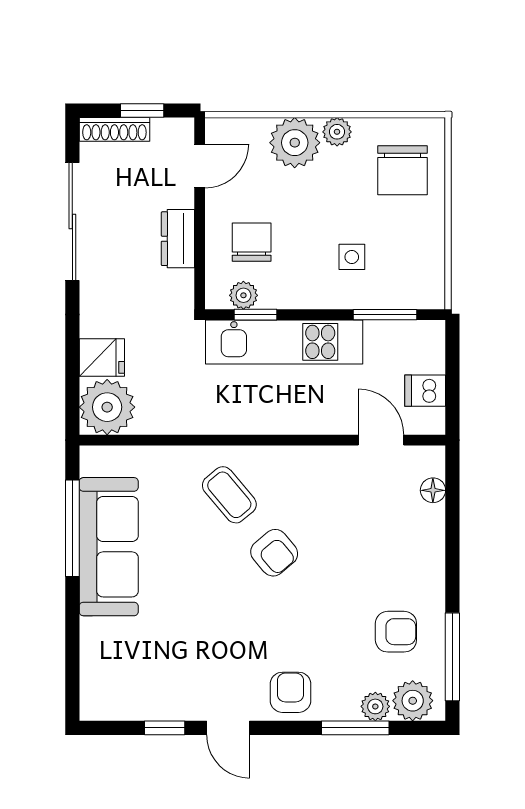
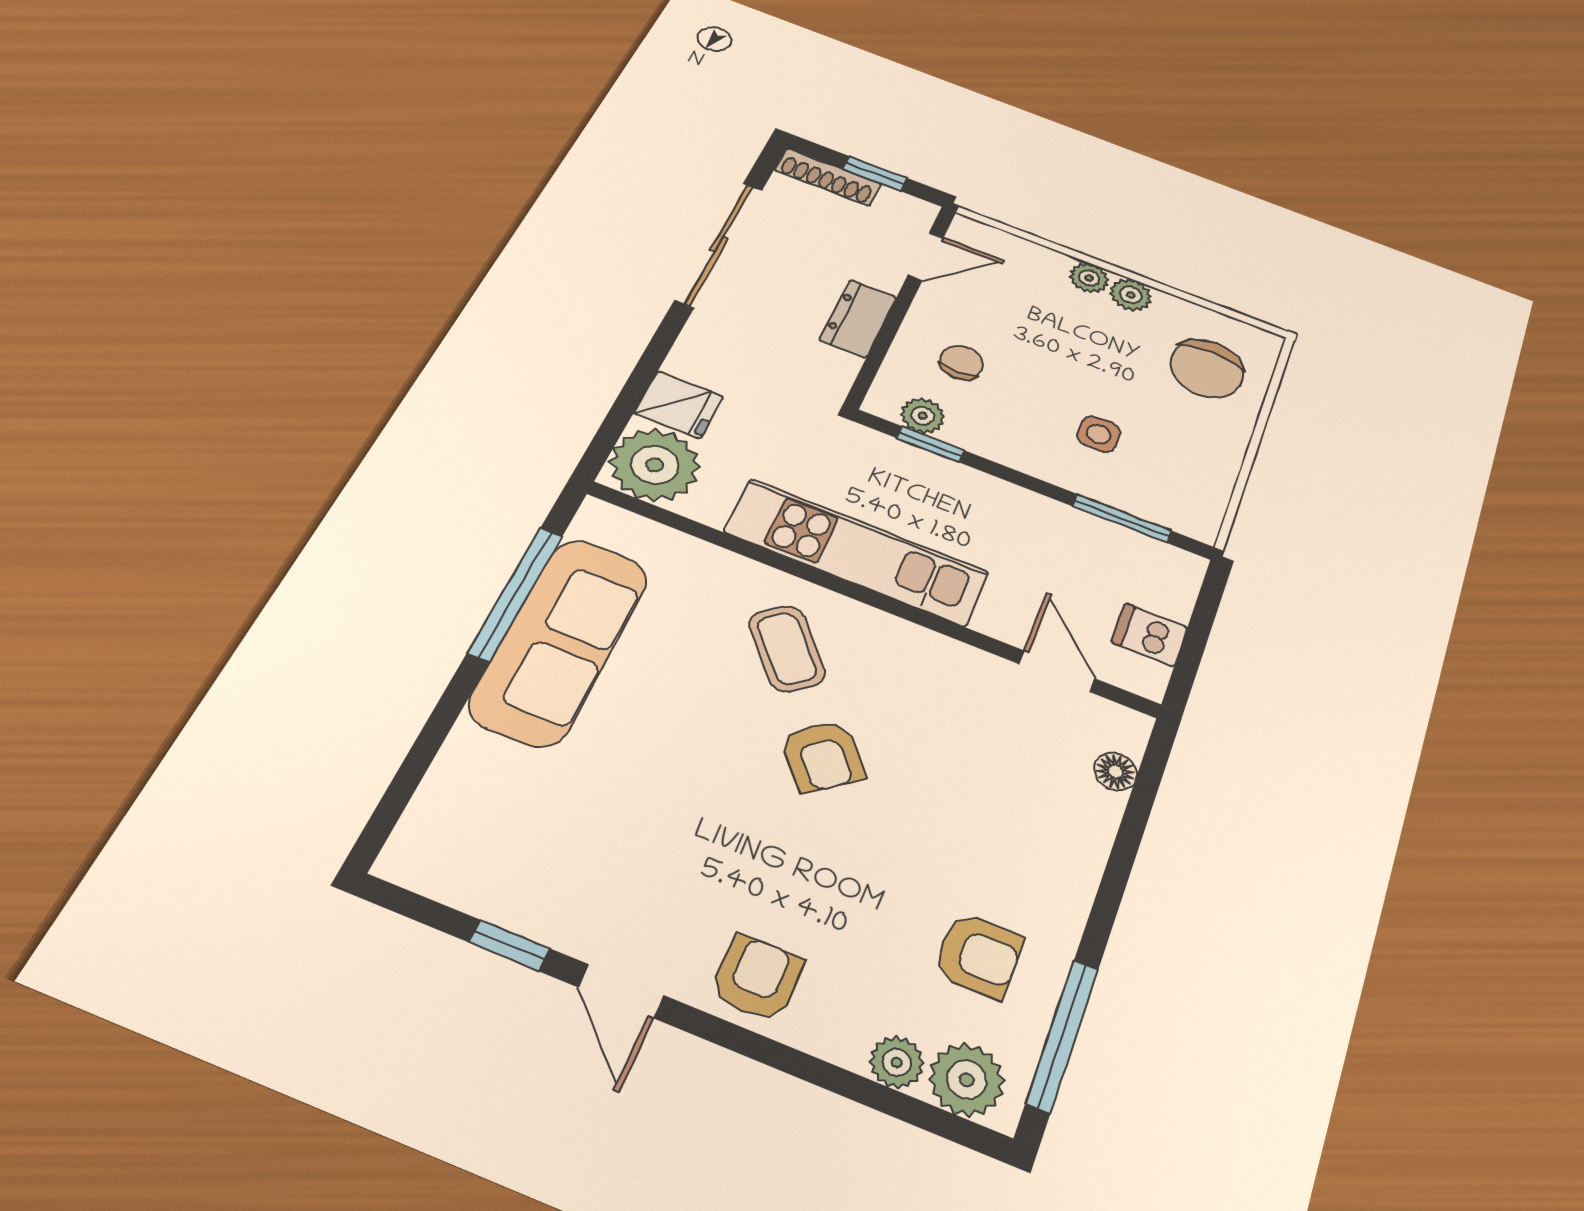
plant: (295, 143) -> (1089, 278), width x0.53, depth x0.53
chair: (252, 242) -> (961, 363), width x0.73, depth x0.73
kitchen unit: (284, 342) -> (857, 552), moved, turned 180
window: (355, 728) -> (847, 1084), removed

